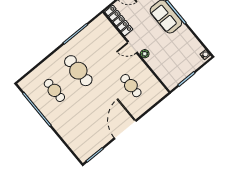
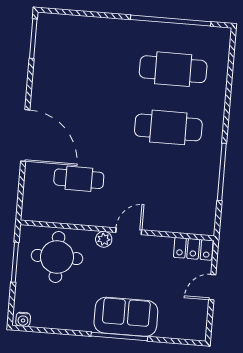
locker: (119, 21) -> (193, 249), width x0.66
round table: (169, 65) -> (57, 257), added
cafe table: (54, 90) -> (173, 69), width x1.37, depth x1.35
door: (125, 129) -> (25, 135), moved

